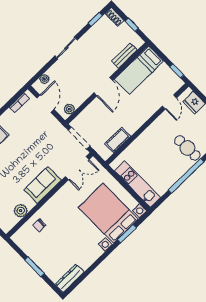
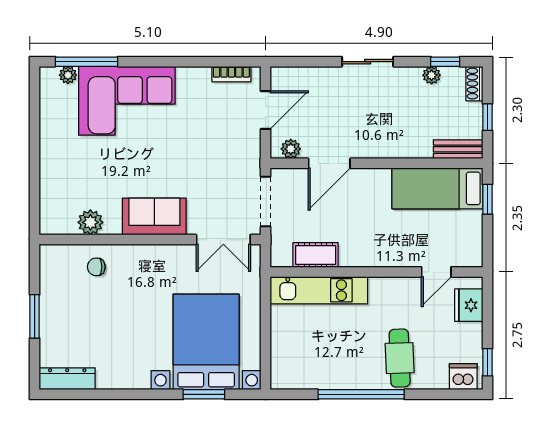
bench: (124, 56) -> (458, 149), moved
window: (177, 71) -> (487, 199), moved
plant: (44, 79) -> (432, 75), moved
door: (103, 87) -> (329, 163), moved
kitchen unit: (137, 184) -> (319, 290), moved, turned 90

